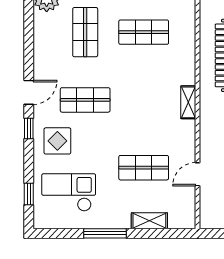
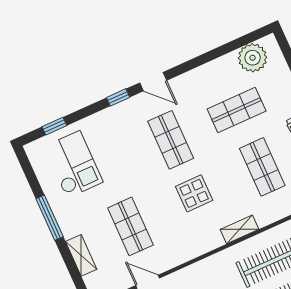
shelving: (188, 102) -> (240, 229), moved
display table: (57, 141) -> (194, 193), moved

